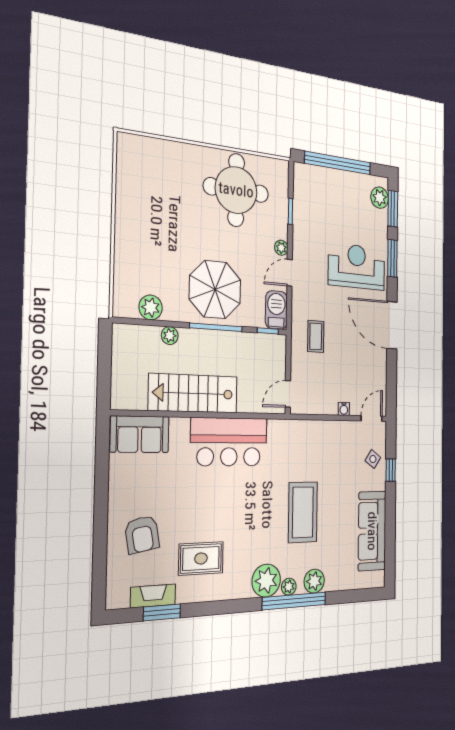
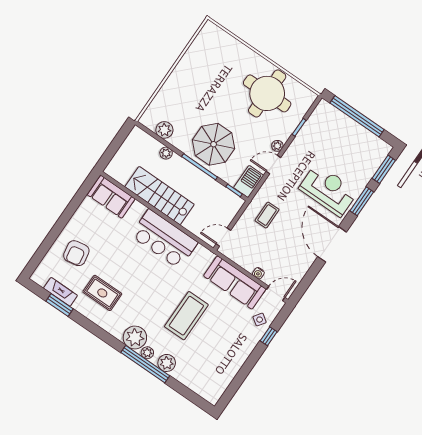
plant: (380, 198) -> (377, 156), removed
sofa: (372, 531) -> (235, 283), moved, turned -90

